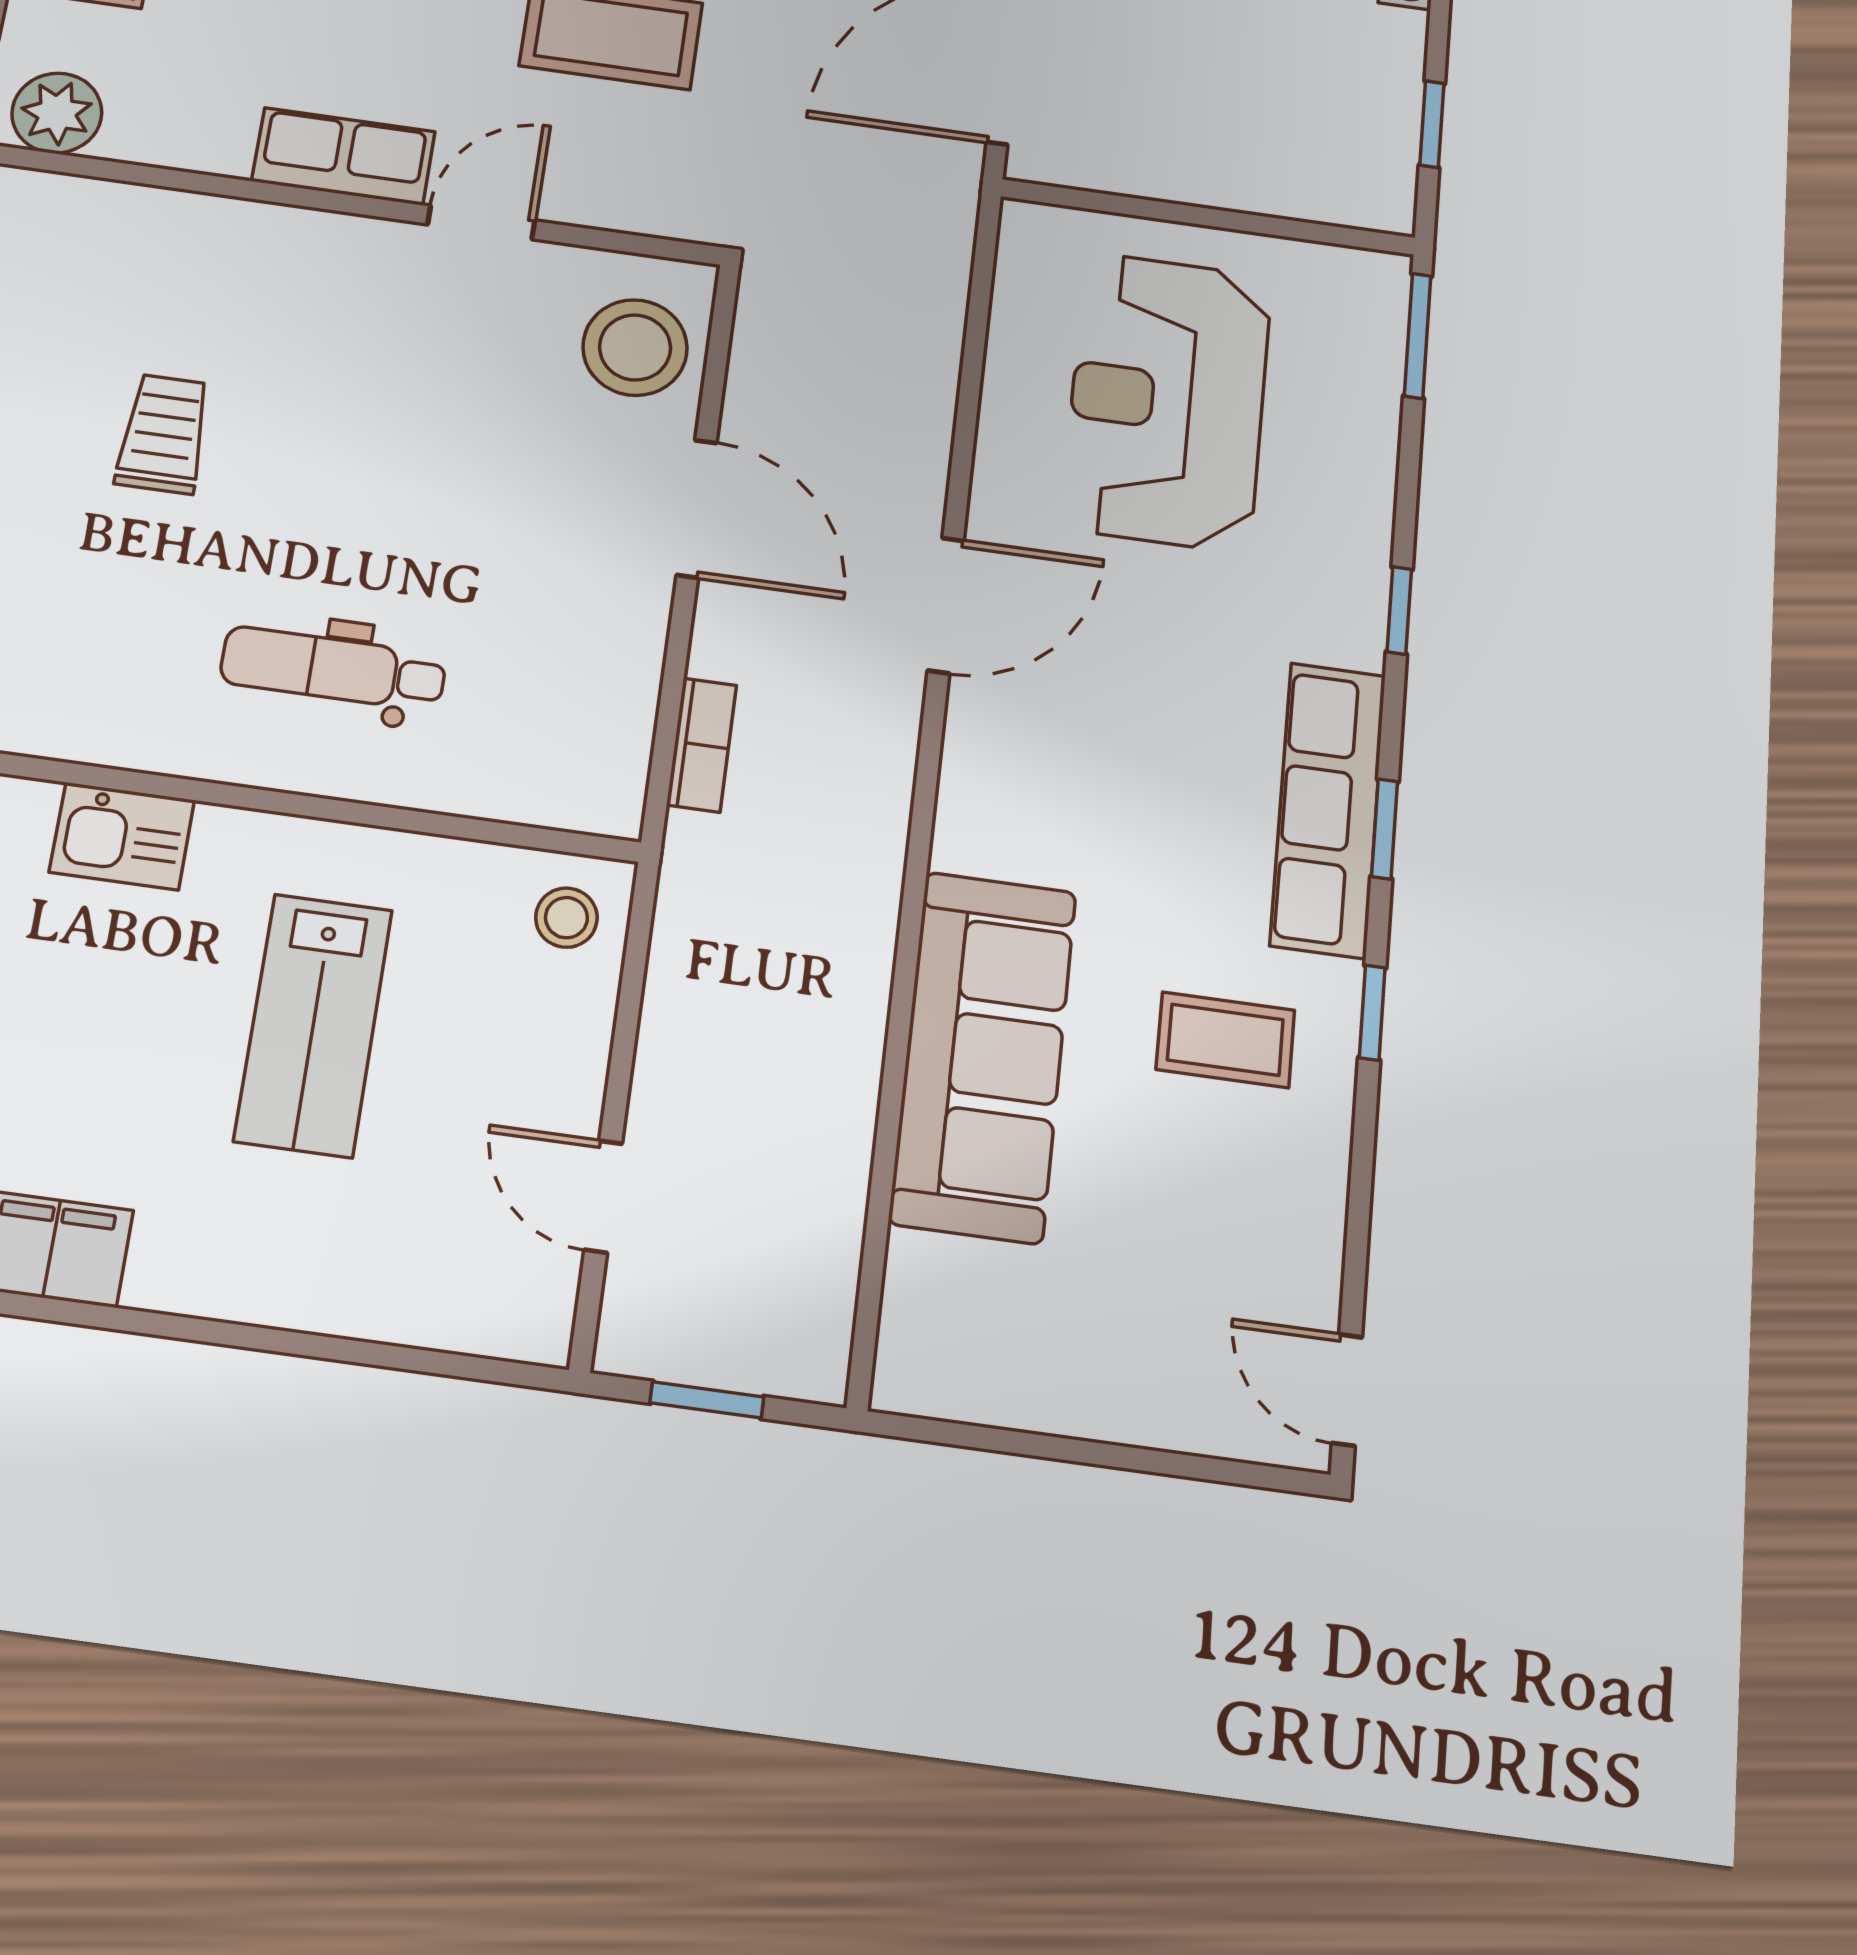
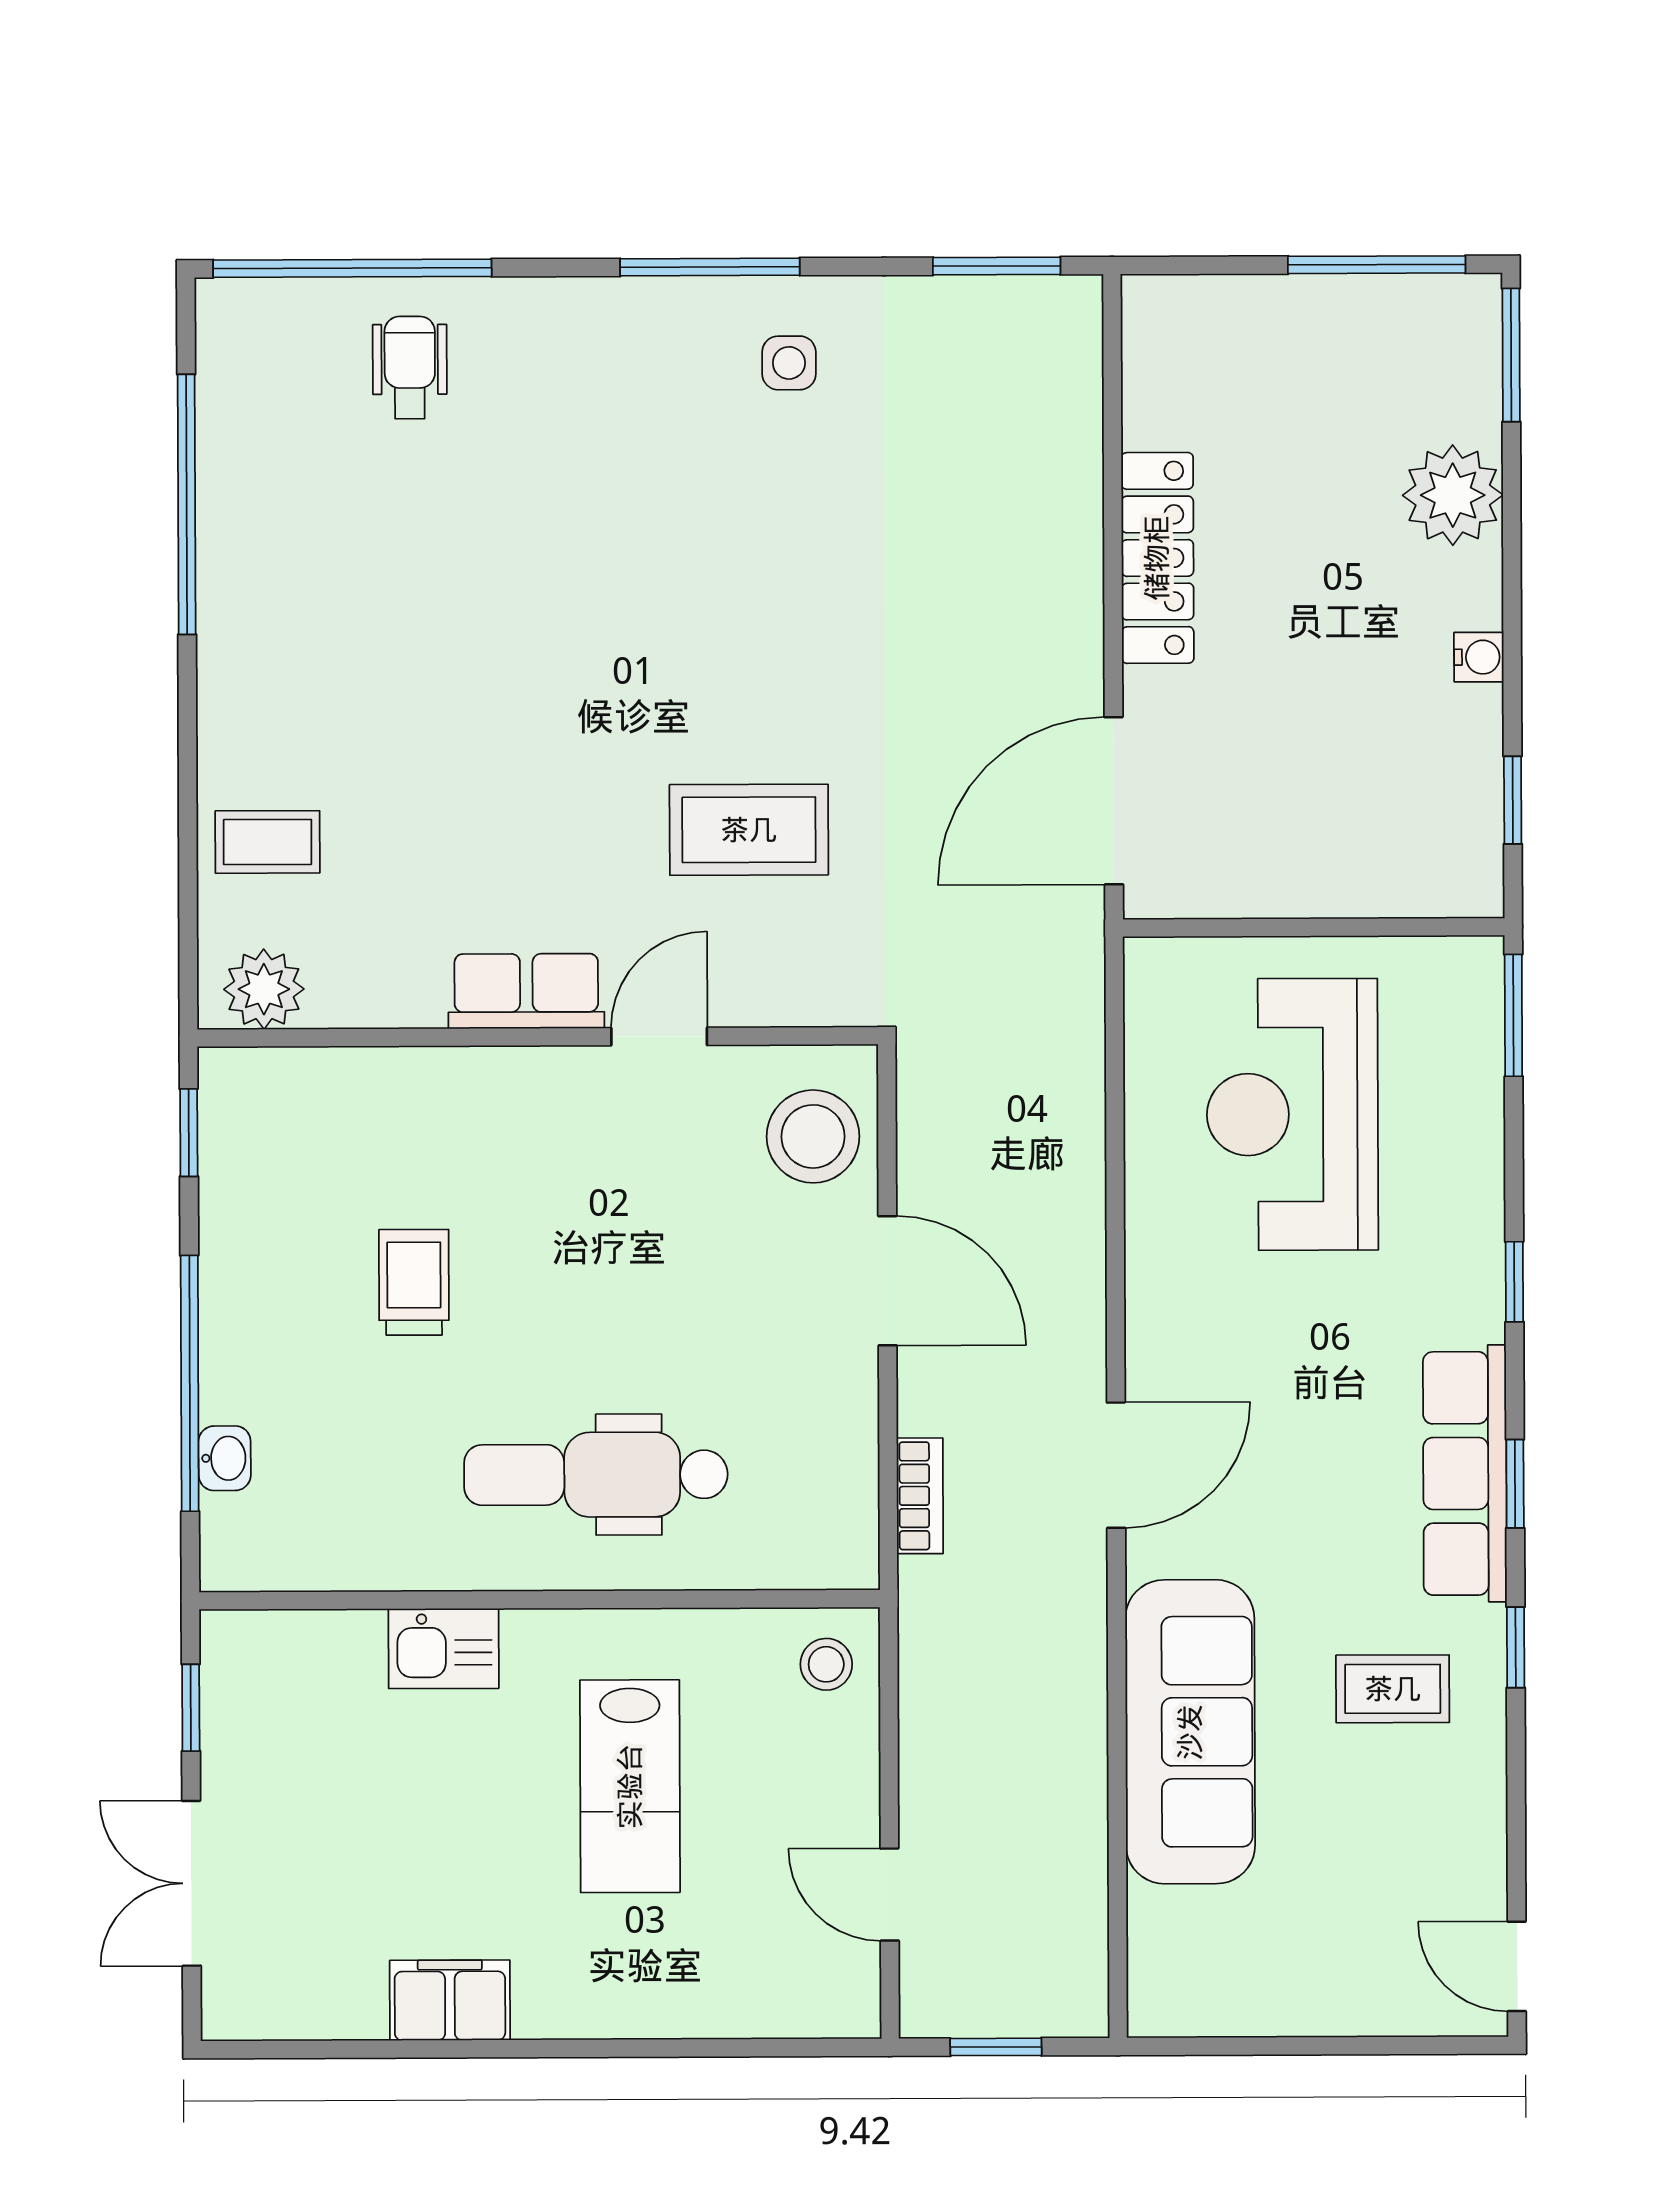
door: (946, 605) -> (1116, 1465), moved
dental chair: (333, 669) -> (596, 1475), width x1.36, depth x1.38

